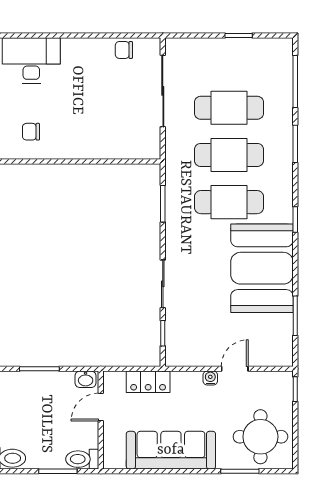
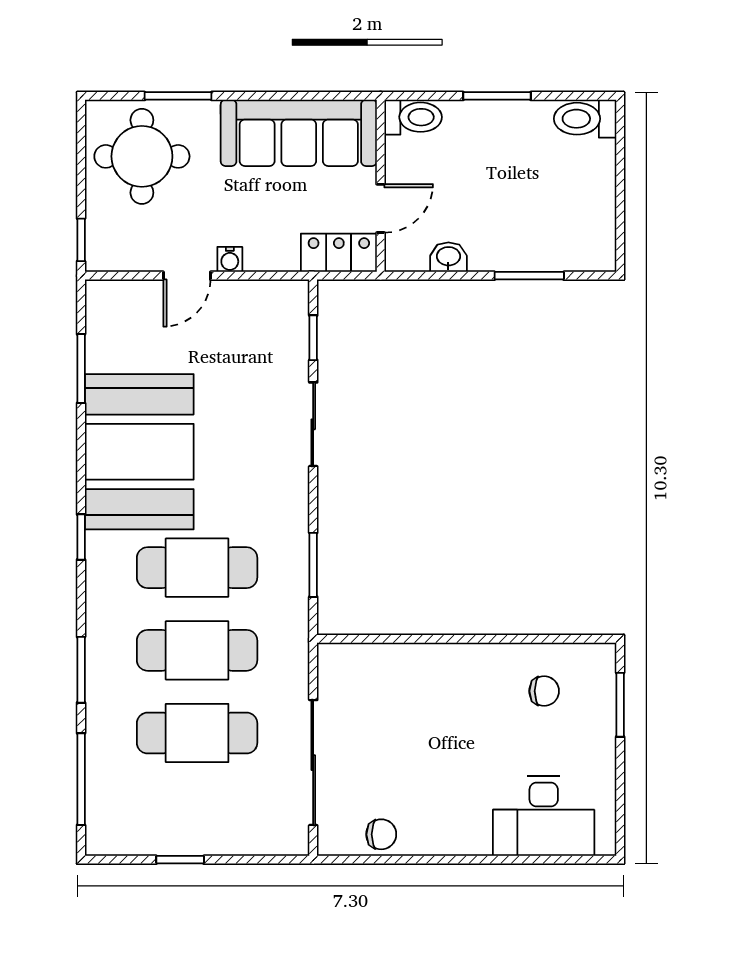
door: (101, 407) -> (381, 208), moved
wall: (101, 420) -> (381, 186), moved
toilet: (82, 459) -> (413, 117), moved

